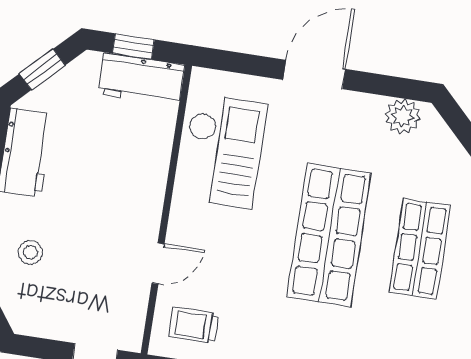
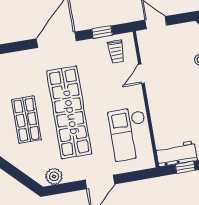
shop shelf: (329, 235) -> (69, 112), width x1.40
trolley: (194, 325) -> (116, 52), turned 90

